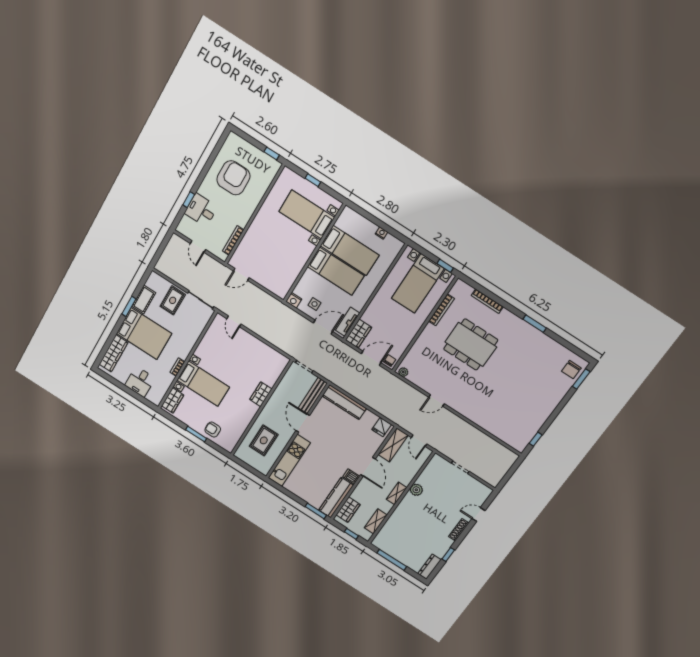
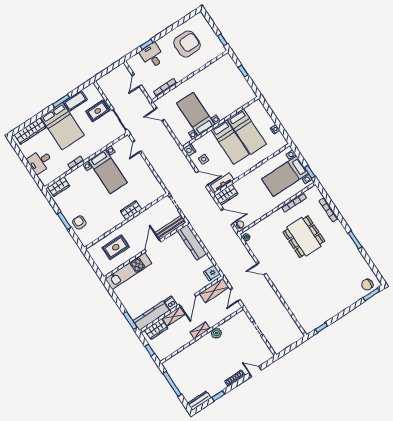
bed with nightstands: (307, 214) -> (196, 114), moved
bed with nightstands: (203, 384) -> (108, 172), moved
shelving: (376, 521) -> (174, 316), moved

